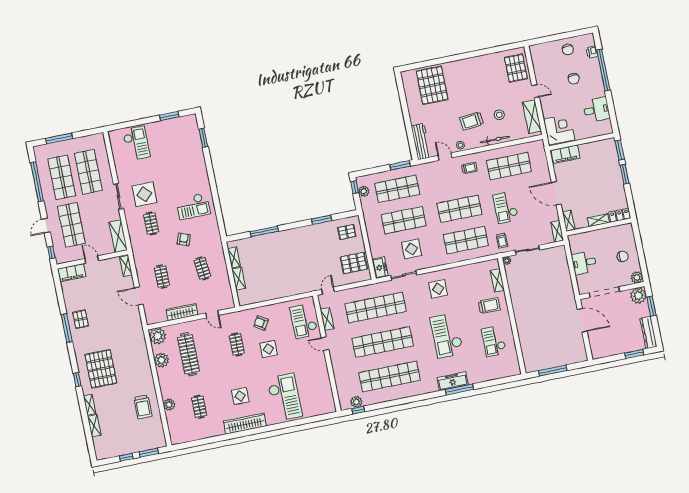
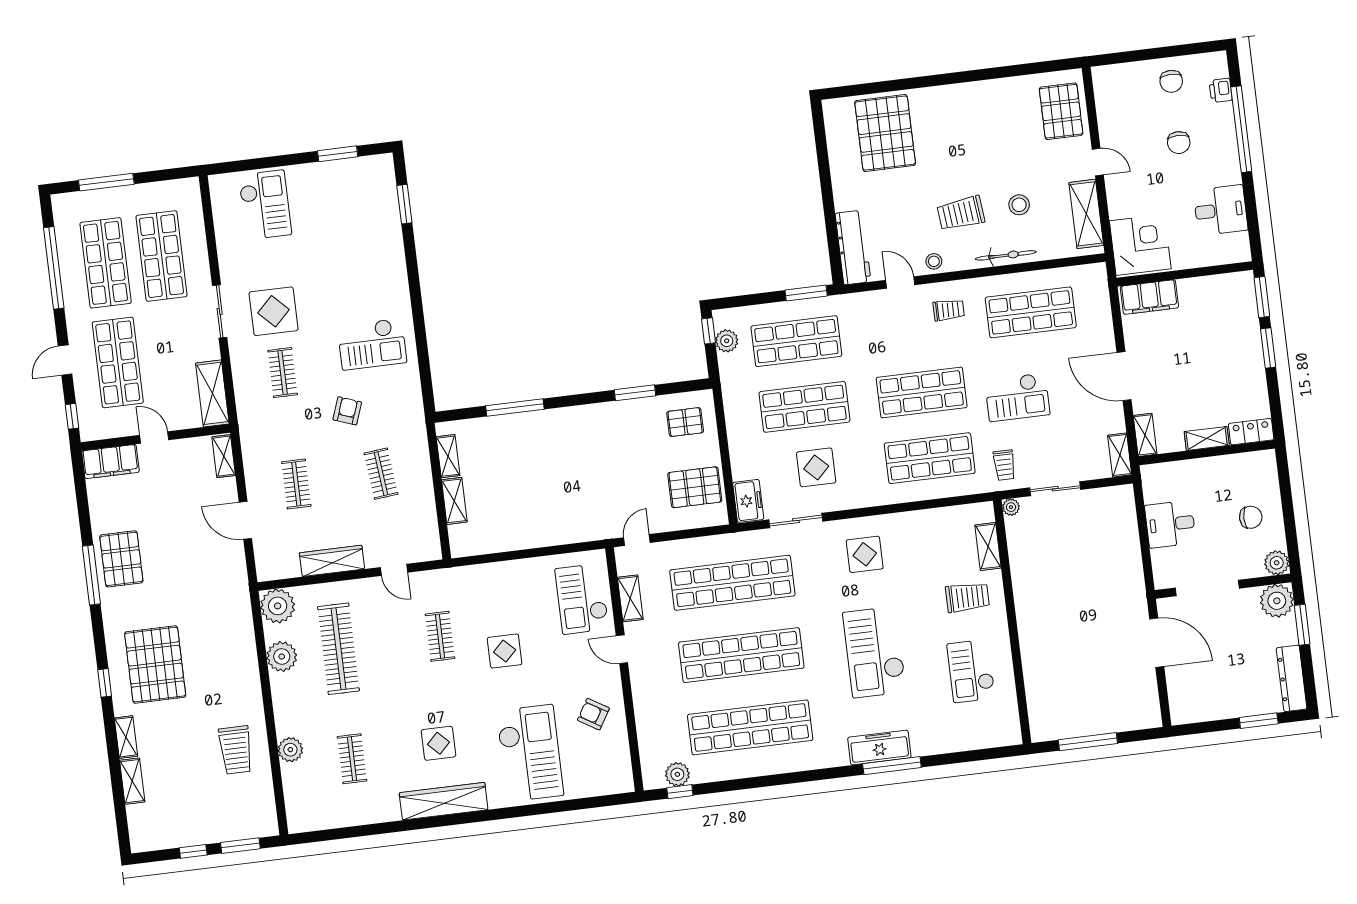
checkout: (506, 207) -> (1017, 397), turned -90
pallet: (81, 319) -> (121, 559), width x1.50, depth x1.42
armchair: (261, 323) -> (593, 714), moved

